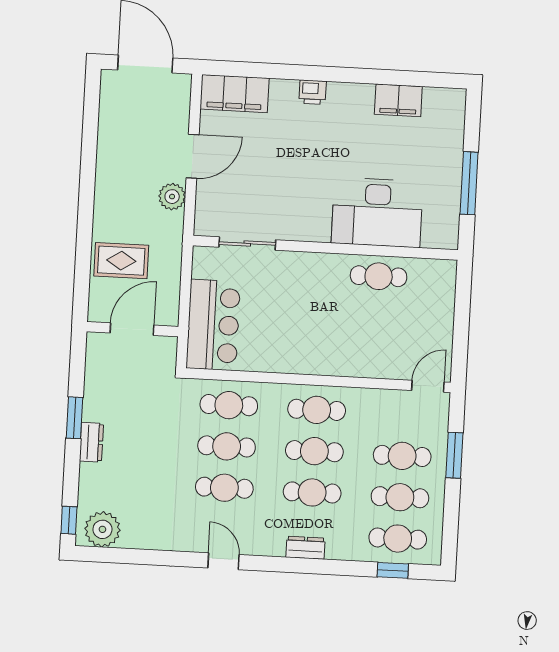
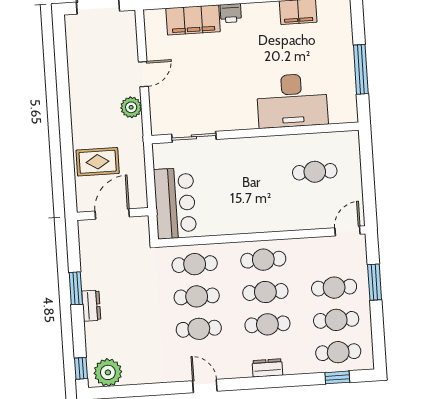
filing cabinet: (235, 94) -> (193, 20), moved
door: (193, 156) -> (143, 74), width x0.73
cafe table: (379, 276) -> (315, 172), moved

